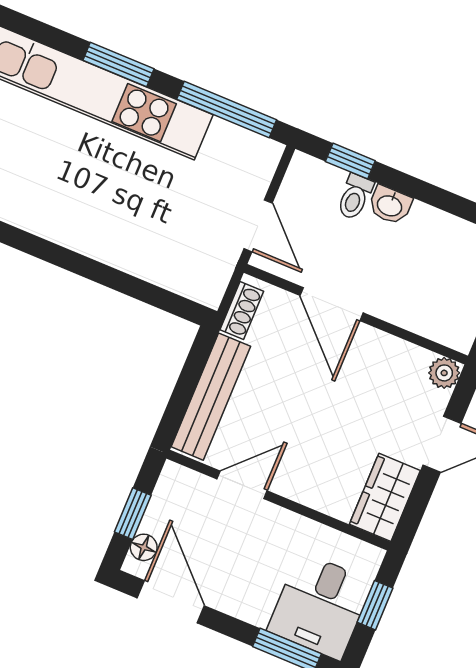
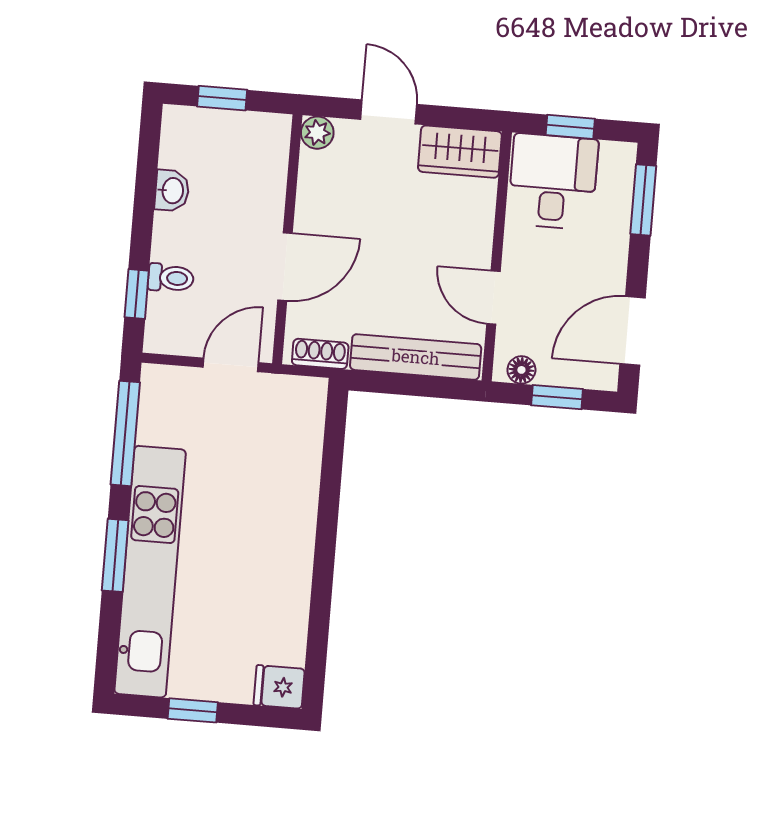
washbasin: (390, 205) -> (172, 191), moved
floor lamp: (144, 547) -> (521, 370), moved
desk: (320, 606) -> (553, 182), moved, turned -90

